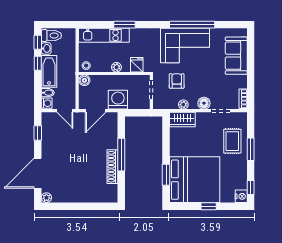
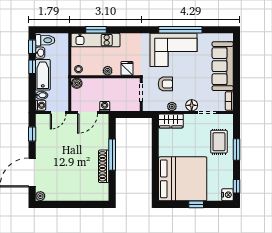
window: (124, 25) -> (96, 30), moved
sofa: (236, 56) -> (223, 66), width x1.36
armchair: (177, 81) -> (165, 84), turned 90
washing machine: (118, 100) -> (105, 106), width x0.53, depth x0.53
door: (65, 111) -> (58, 112), hinge flipped
window: (166, 175) -> (155, 174), removed

